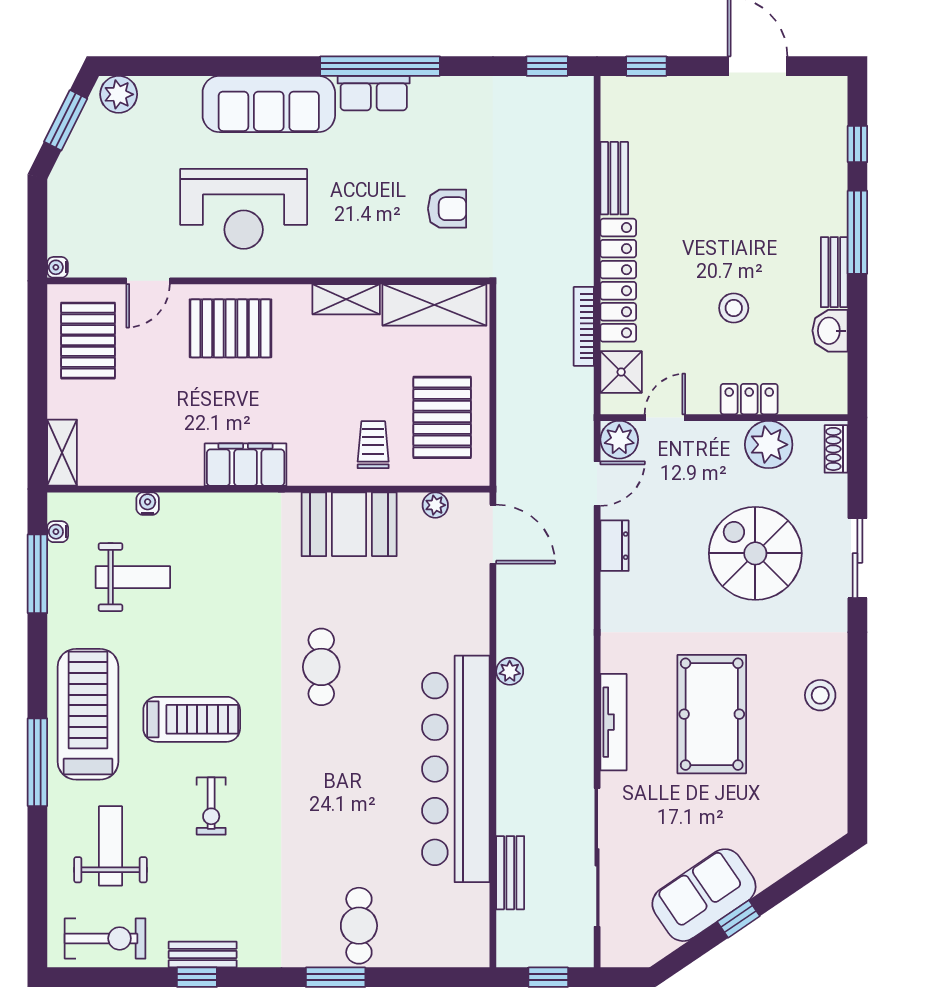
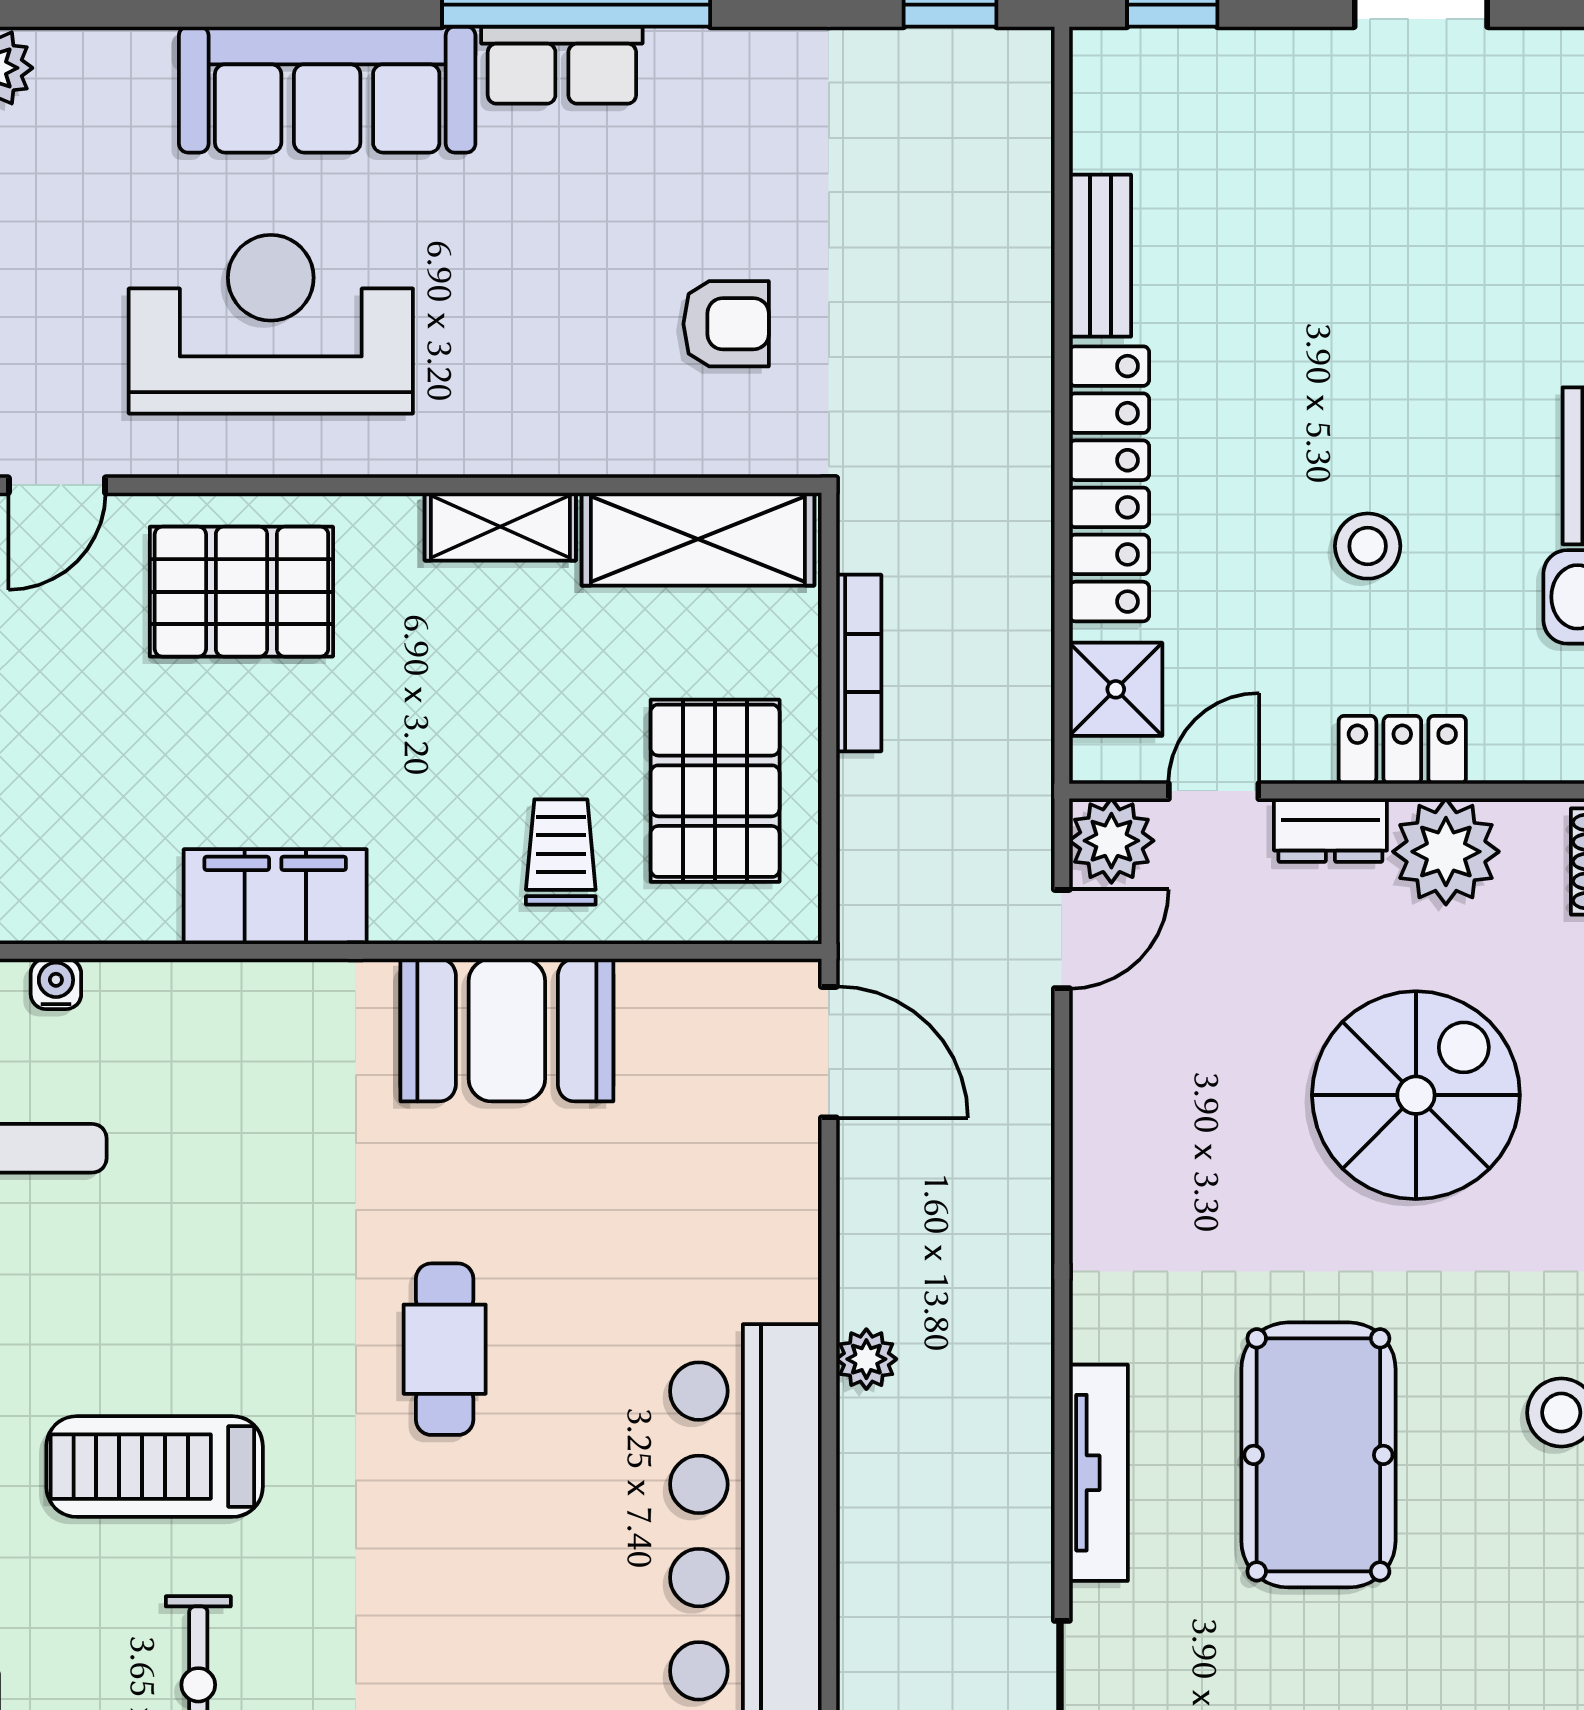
reception desk: (244, 209) -> (271, 324), turned 180
bookcase: (584, 326) -> (859, 663), moved, turned 180
plant: (435, 505) -> (700, 987), removed
dresser: (615, 546) -> (1330, 830), moved, turned 90
spiral stairs: (755, 553) -> (1416, 1095), turned 90
treadmill: (192, 719) -> (155, 1467), turned 180

